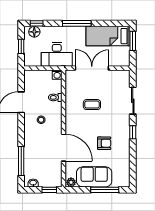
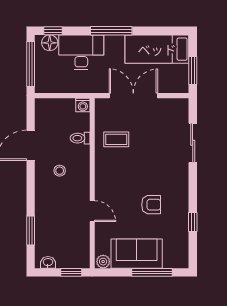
window: (133, 41) -> (193, 71), moved
window: (21, 46) -> (31, 64), width x2.17
desk: (57, 54) -> (81, 52), moved, turned 180
coffee table: (92, 105) -> (116, 139), moved
window: (133, 132) -> (193, 222), moved
door: (64, 148) -> (92, 211), width x0.53
window: (21, 161) -> (31, 230), width x0.69

